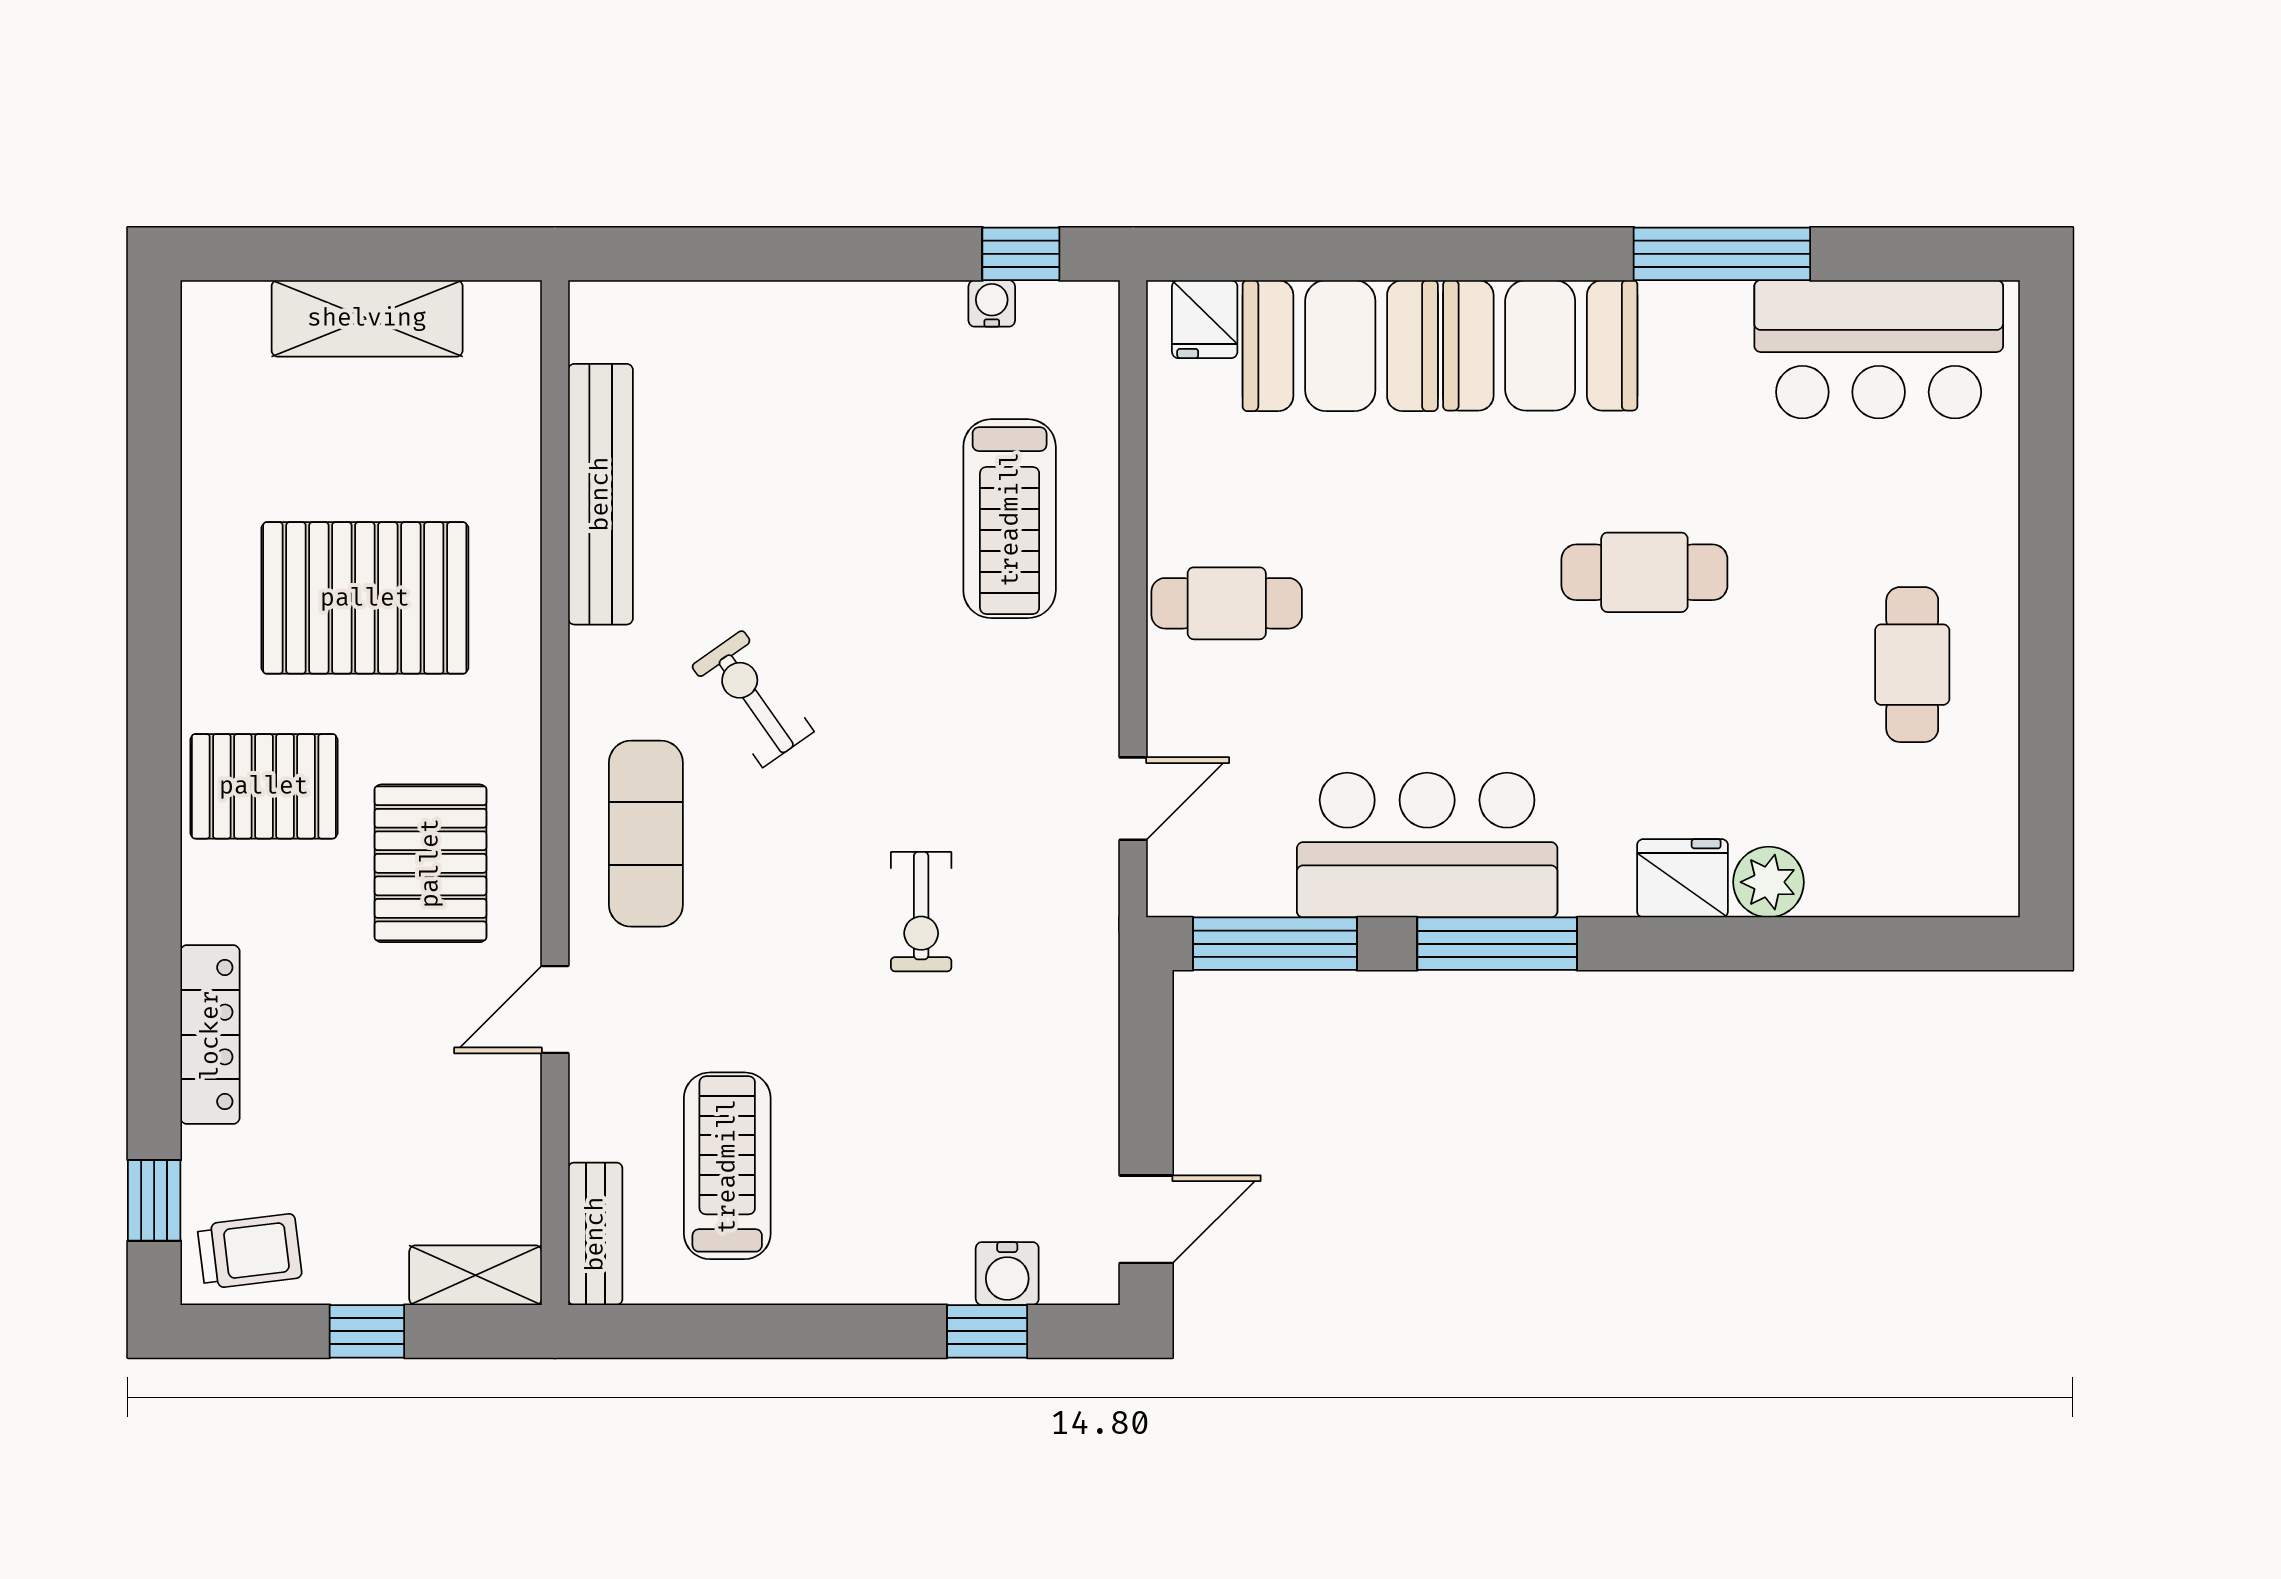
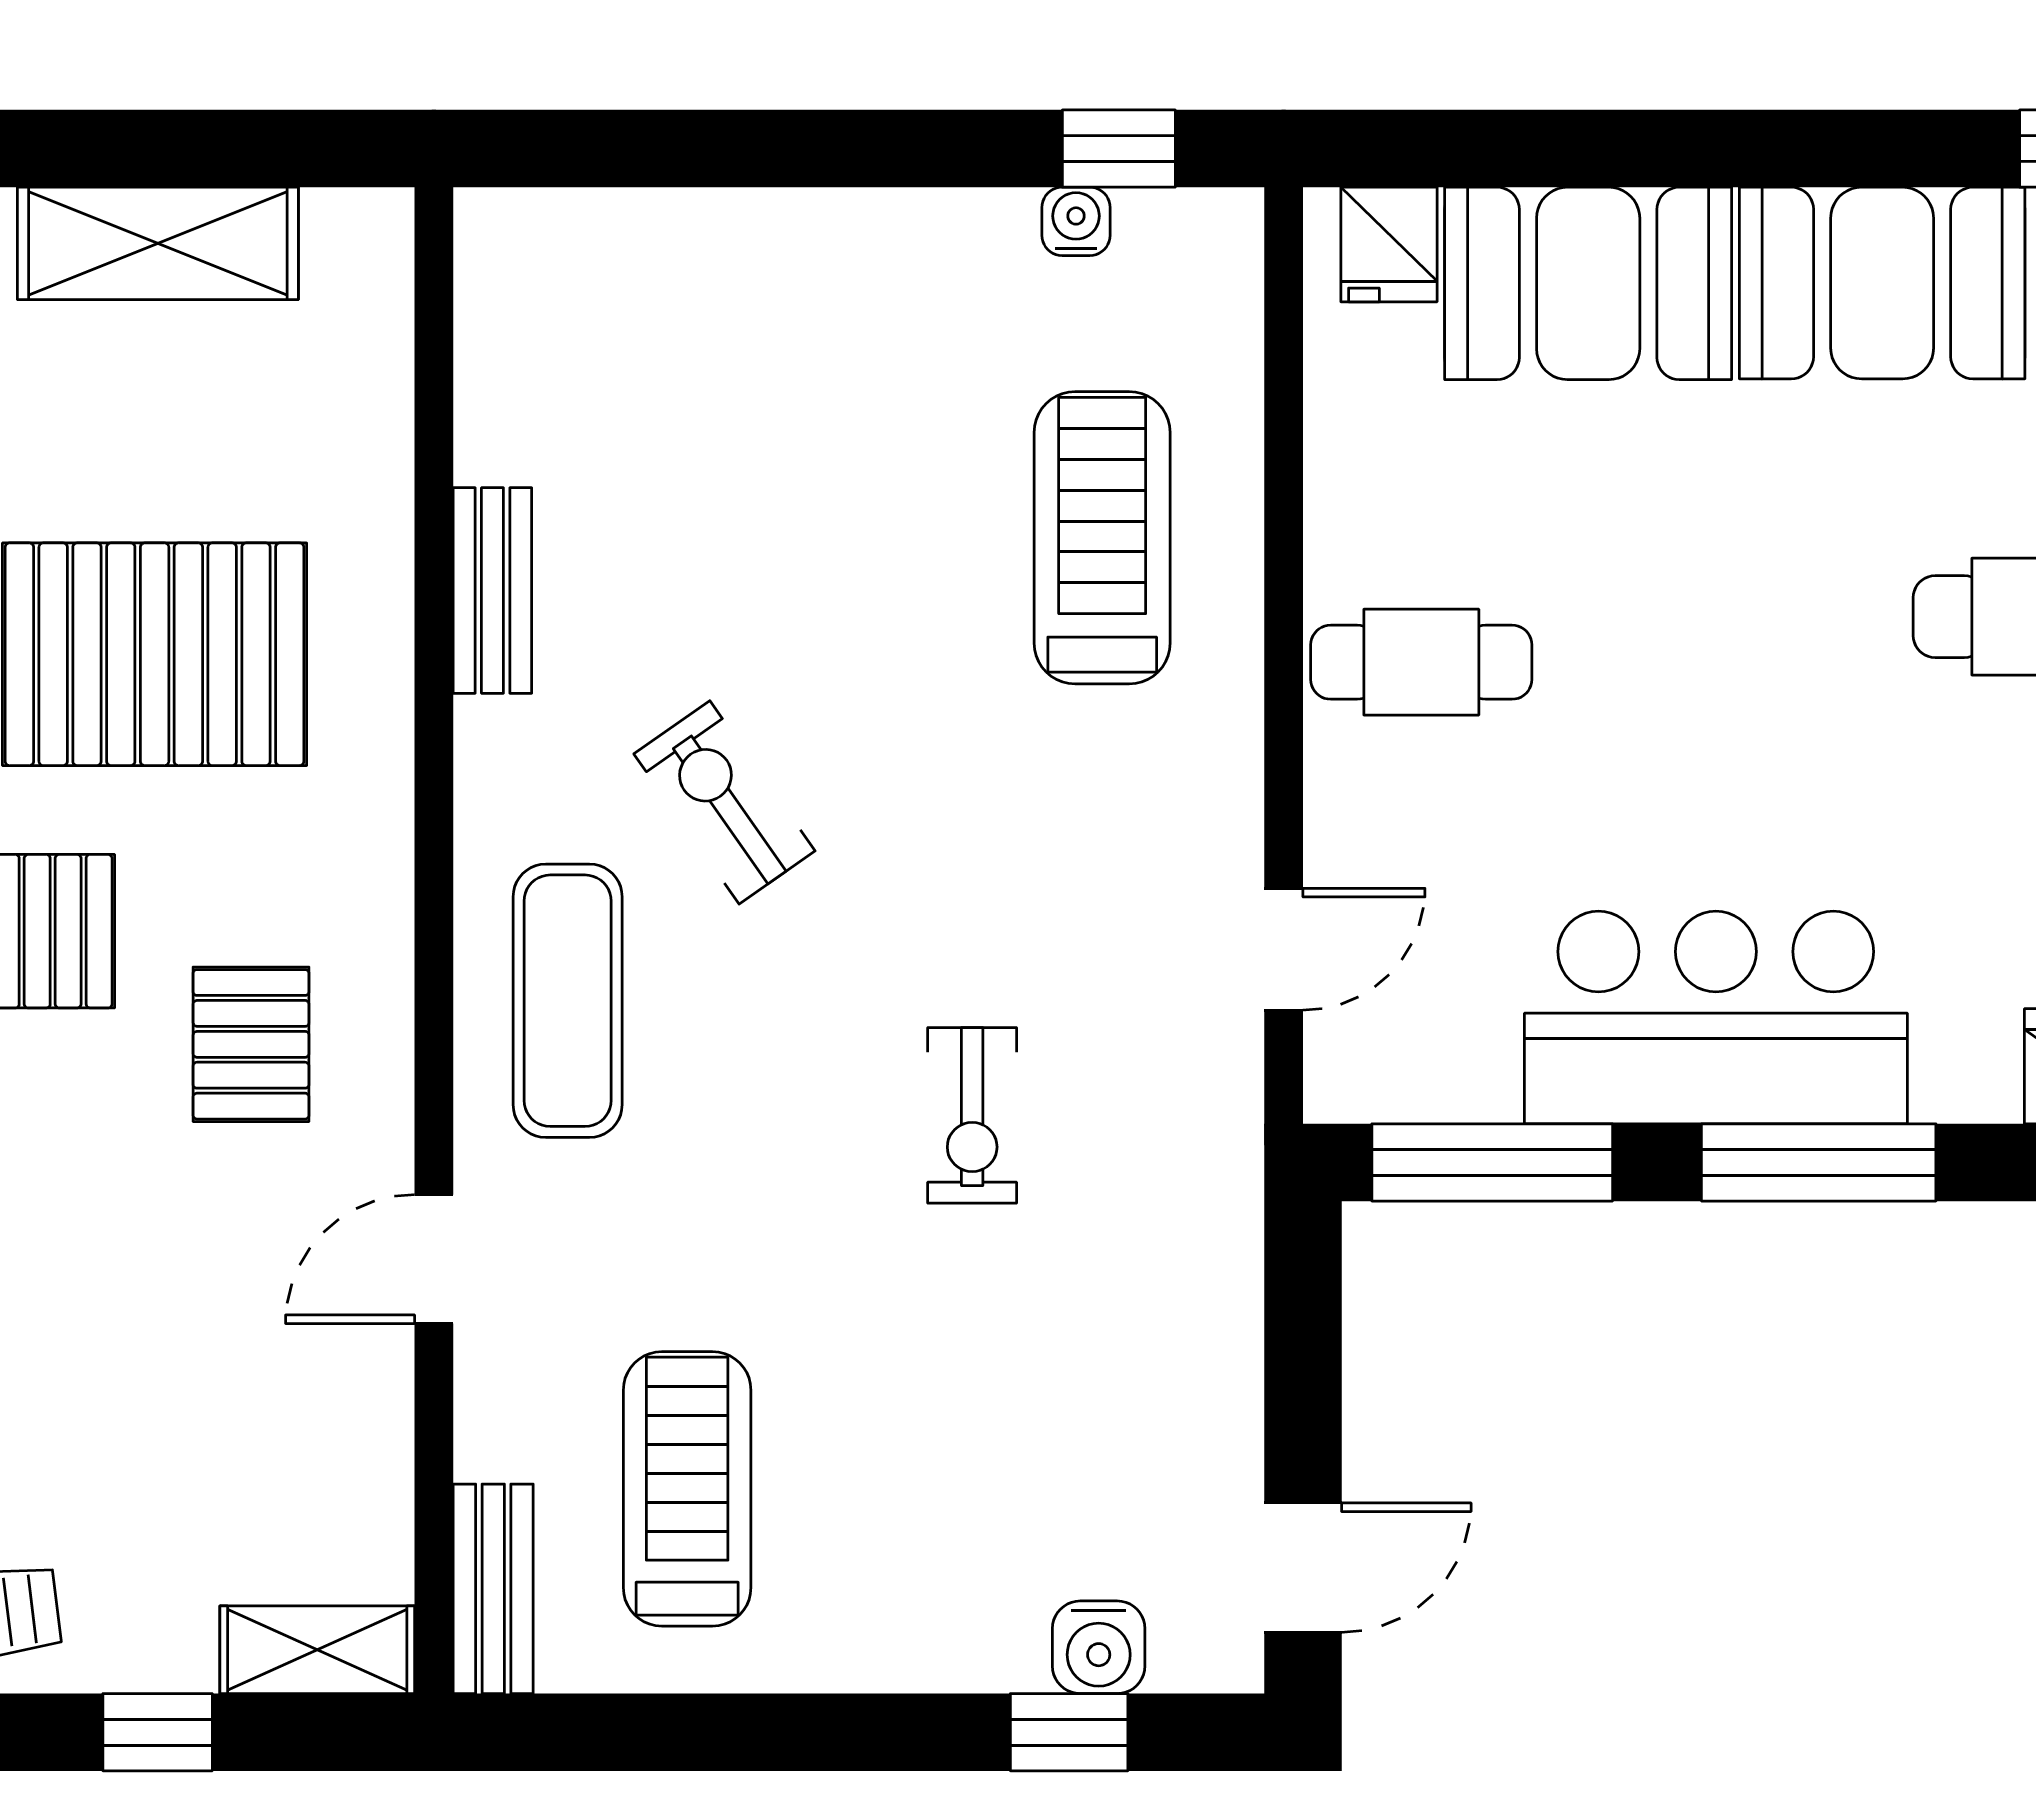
bench: (600, 494) -> (492, 591), width x0.54, depth x0.82
treadmill: (1010, 519) -> (1102, 538), turned 180
pallet: (430, 863) -> (251, 1044), width x0.67, depth x0.71

